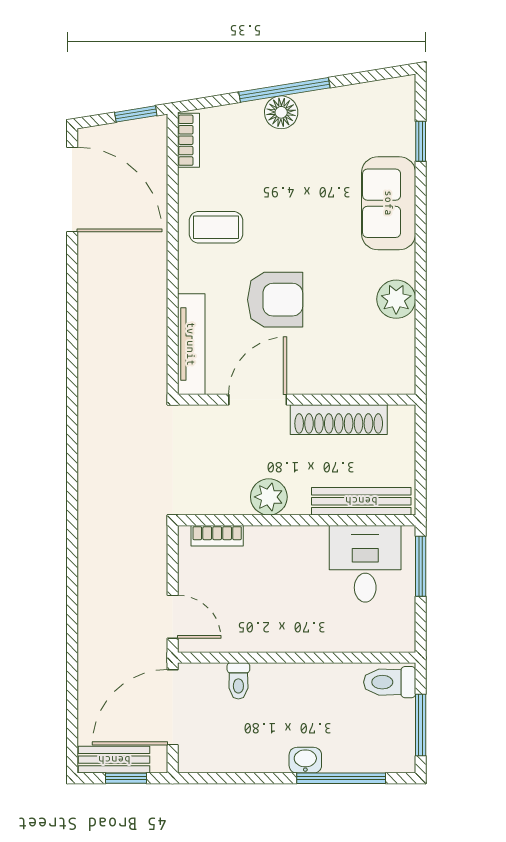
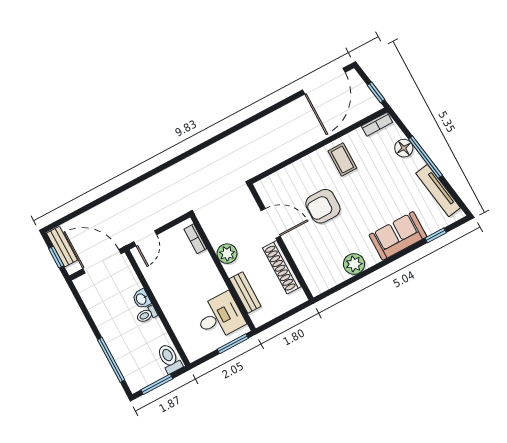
floor lamp: (281, 112) -> (404, 148), moved
armchair: (275, 300) -> (323, 206), turned 90
tv unit: (191, 344) -> (438, 190), moved, turned 81
bench: (361, 501) -> (245, 293), width x0.73
toilet: (238, 681) -> (147, 315), moved
washbasin: (305, 760) -> (142, 299), moved, turned 180

